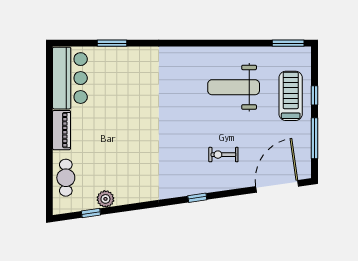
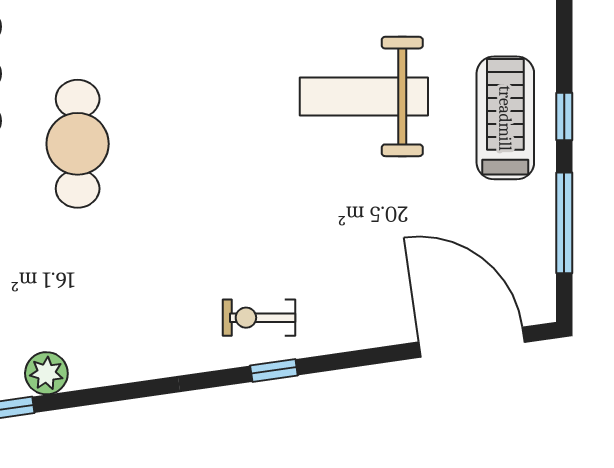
cafe table: (118, 106) -> (78, 144), added
exercise bike: (223, 155) -> (259, 318), moved
door: (277, 186) -> (472, 342), hinge flipped

